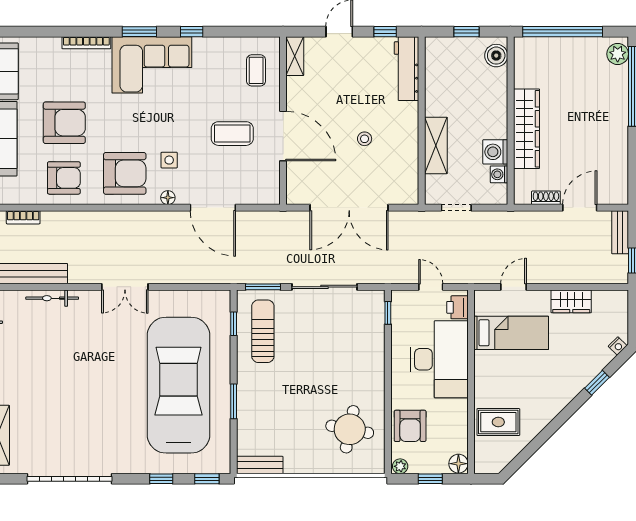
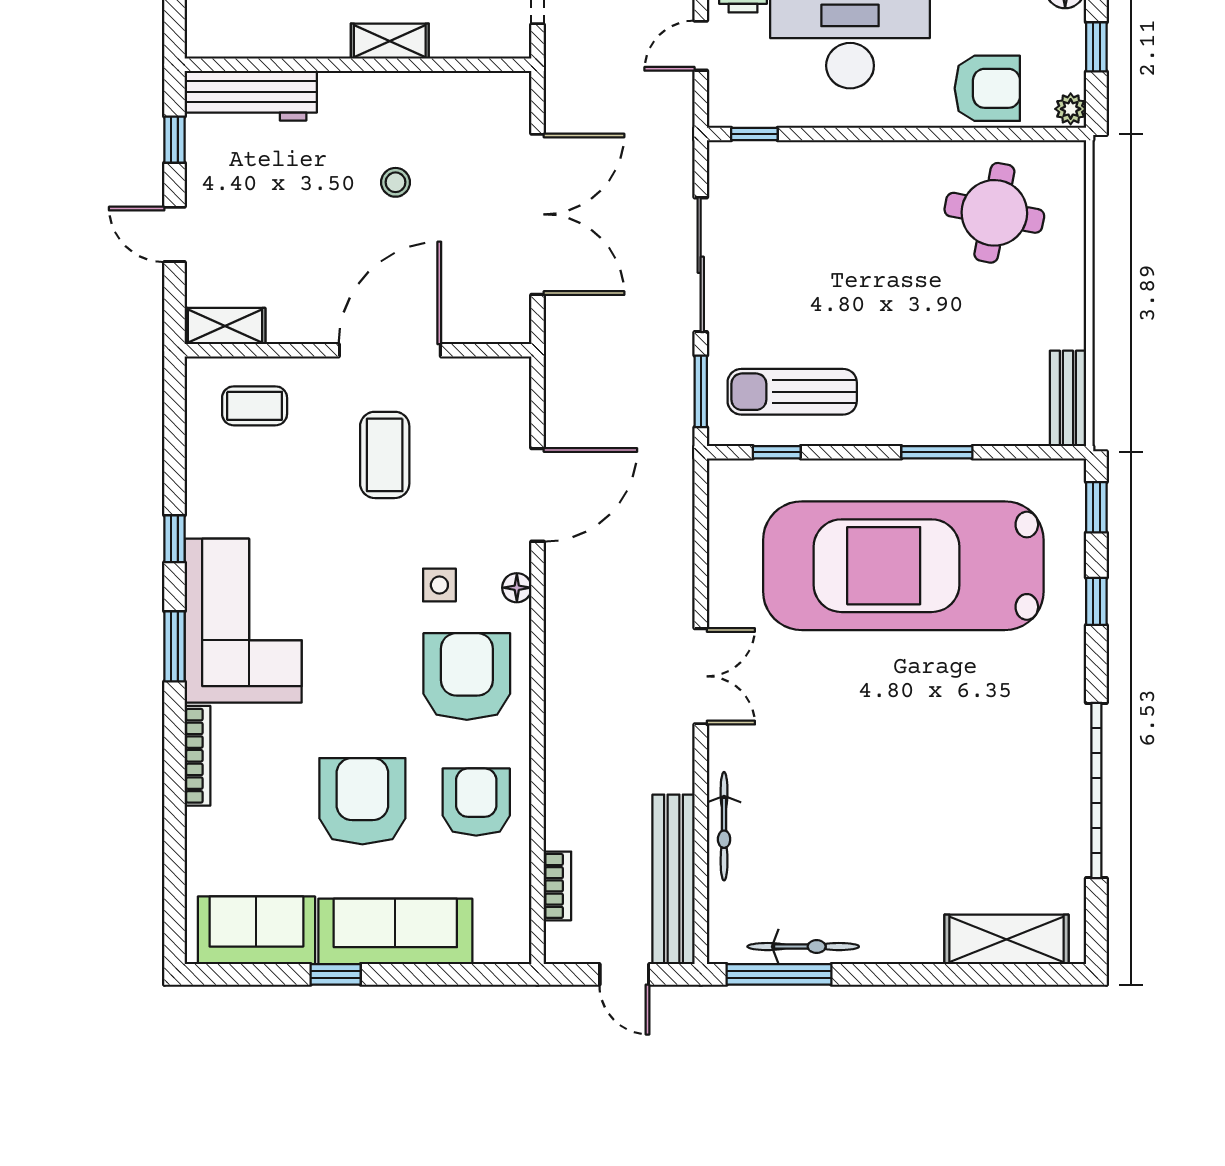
shelving: (436, 145) -> (390, 41), width x0.67, depth x0.75

